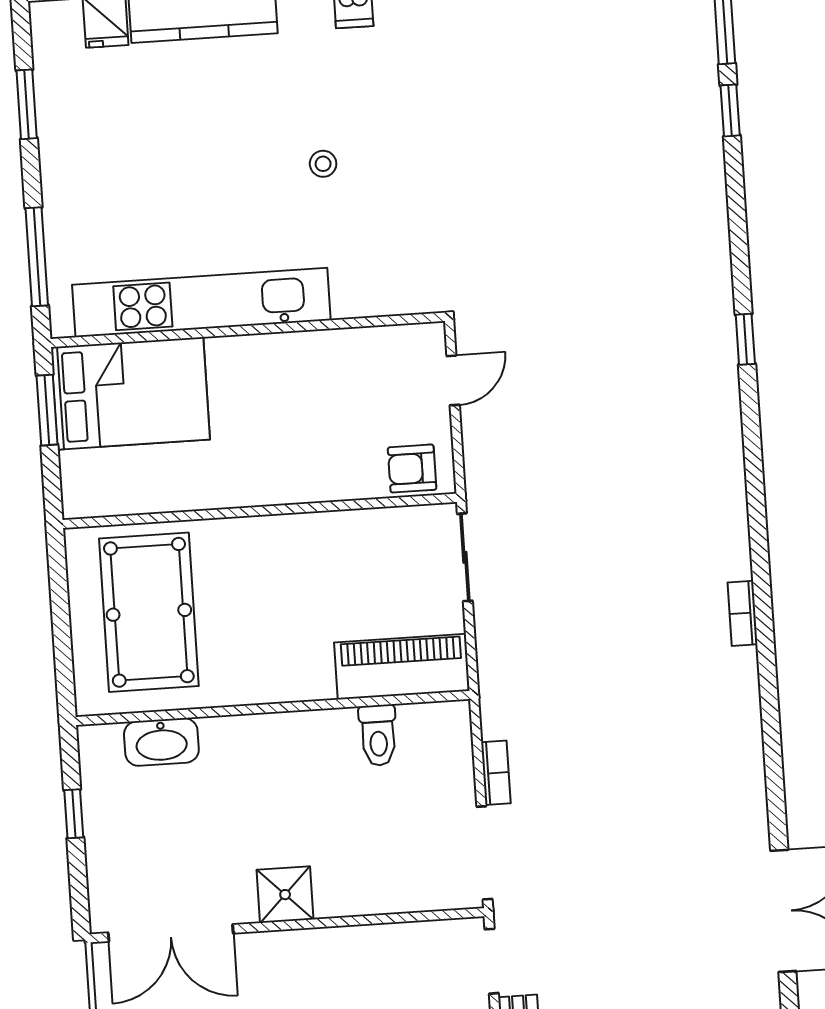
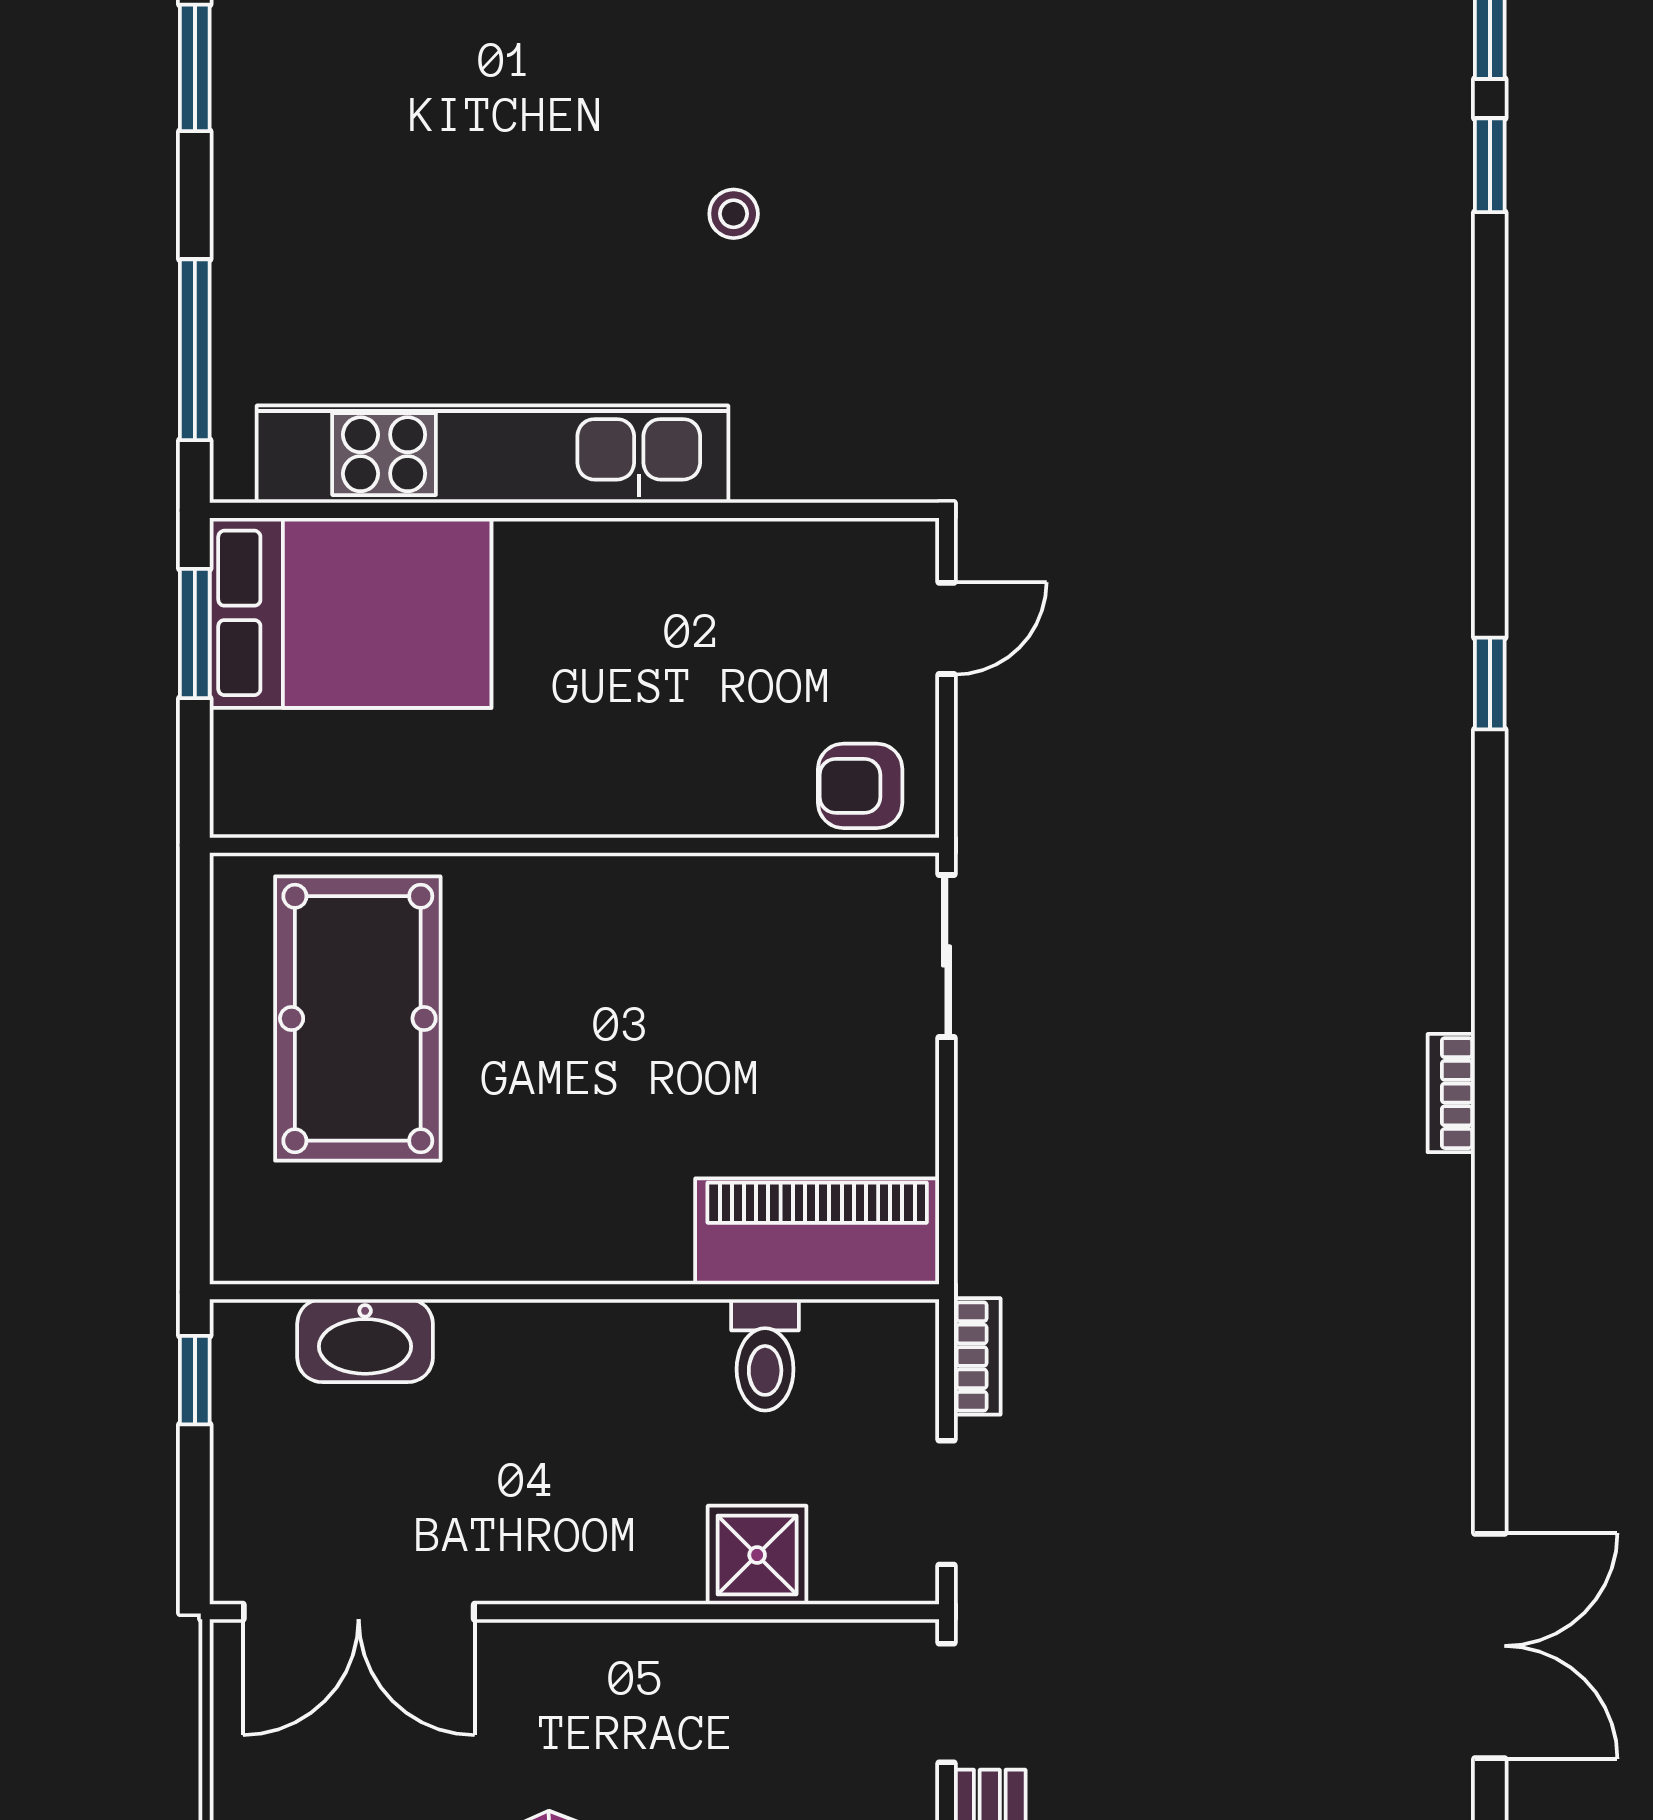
window: (745, 339) -> (1490, 683), moved
piano: (402, 667) -> (817, 1231), moved
wall: (273, 708) -> (574, 1292), moved
toilet: (378, 735) -> (765, 1355), moved
washbasin: (161, 742) -> (365, 1341), moved
doorway: (484, 853) -> (946, 1503), width x0.73
shower: (285, 895) -> (757, 1555), moved

